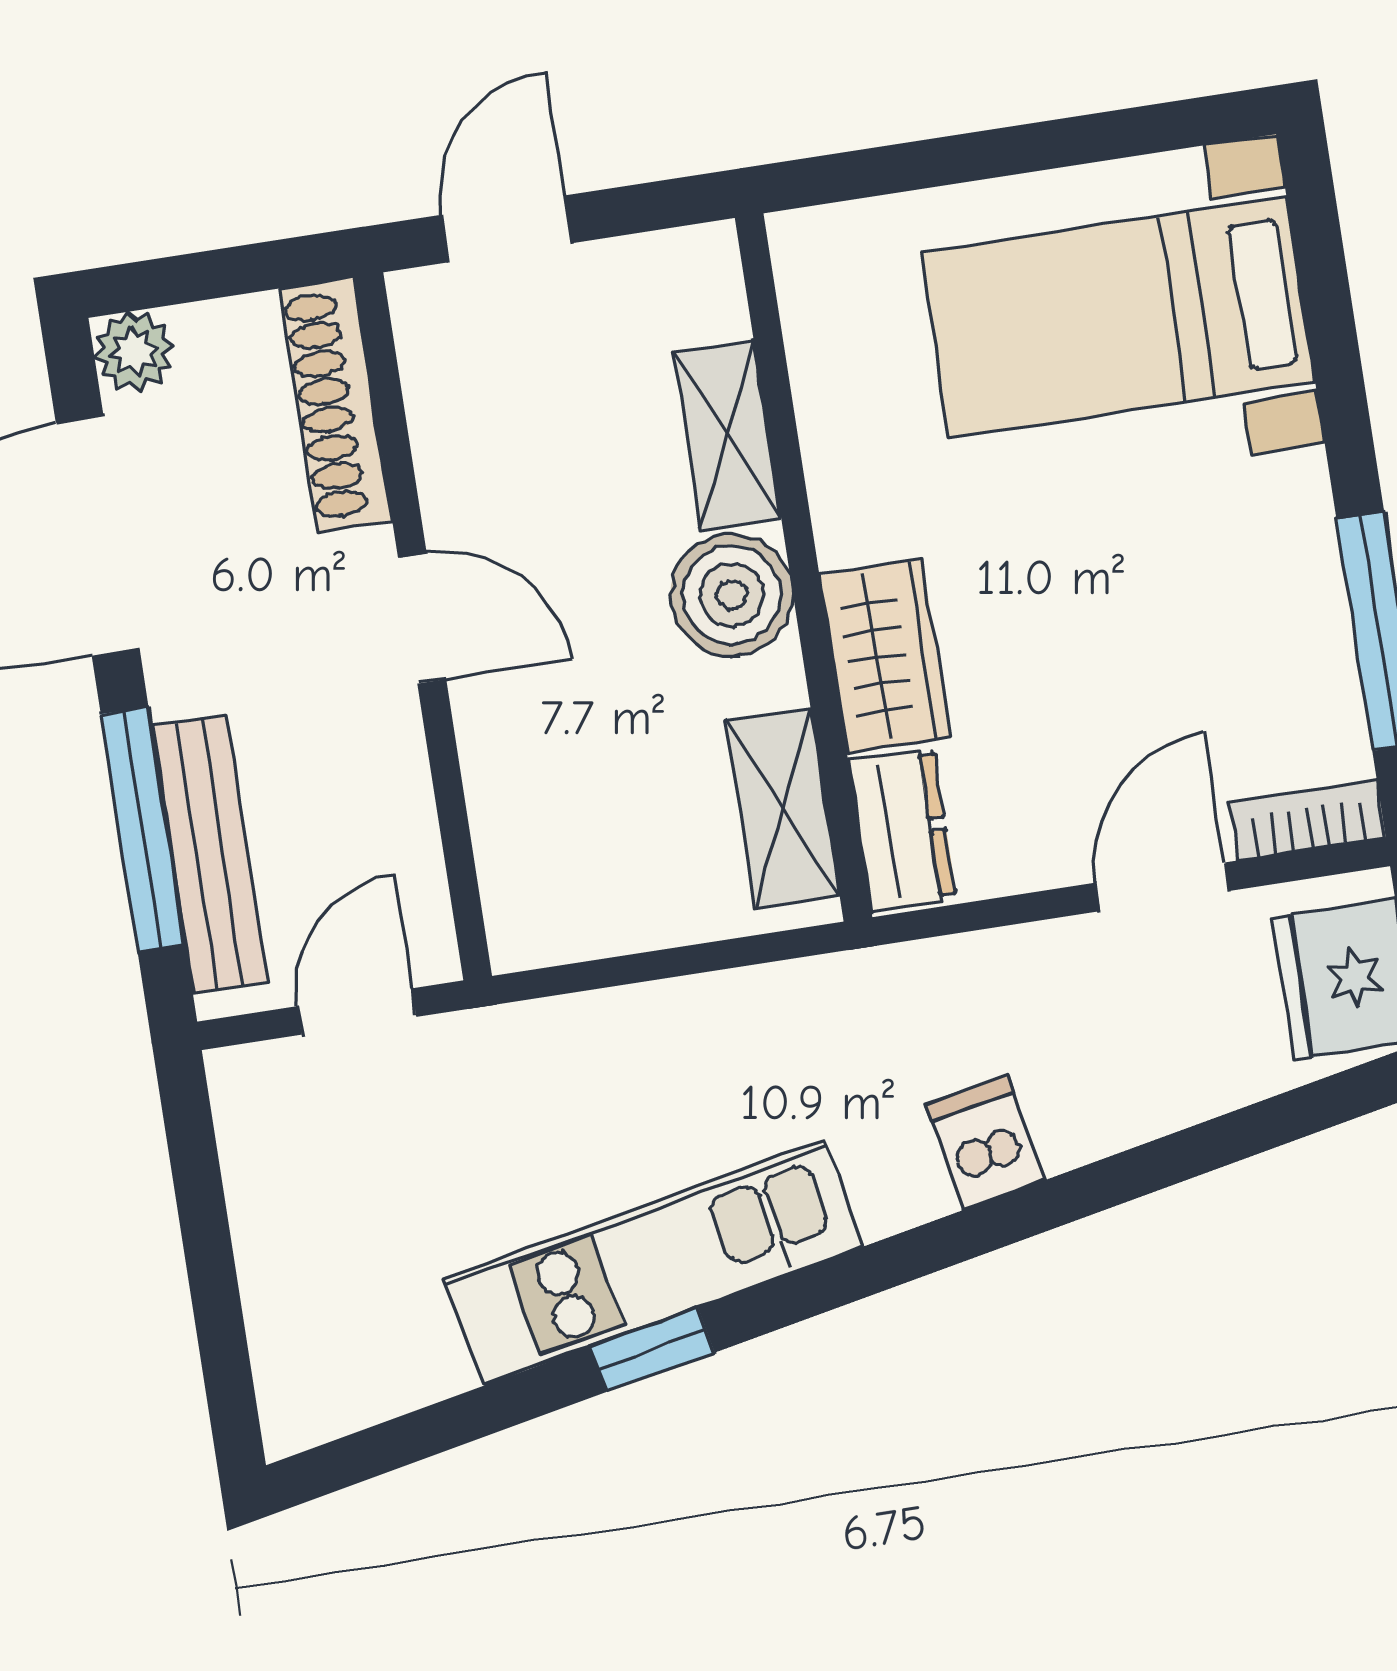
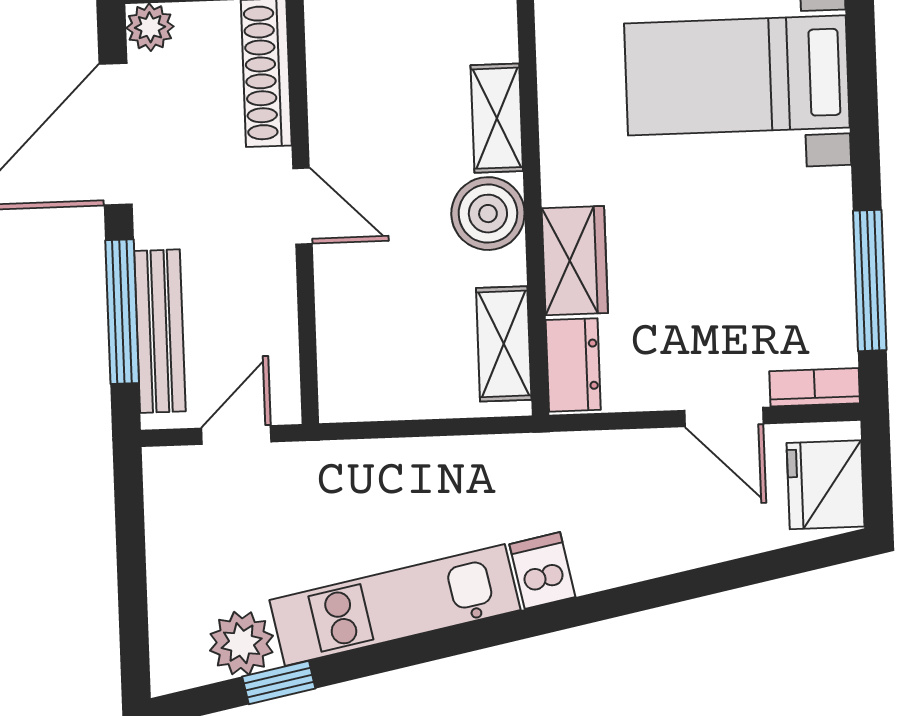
door: (1163, 887) -> (724, 417), swing flipped
dishwasher: (985, 1143) -> (542, 571), moved
window: (652, 1350) -> (279, 683), moved
plant: (406, 1356) -> (242, 643), added

